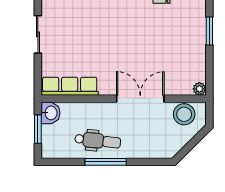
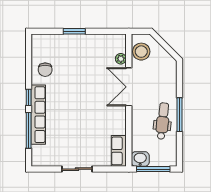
row of seats: (70, 86) -> (119, 151), width x0.68
plant: (199, 89) -> (121, 59), moved
window: (38, 129) -> (153, 169), width x1.44

